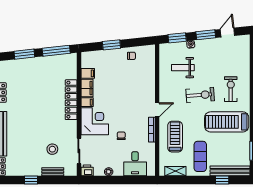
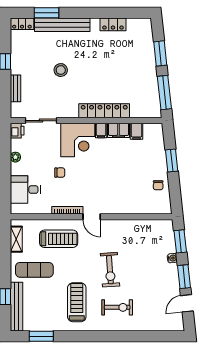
door: (227, 32) -> (187, 303), swing flipped
weight bench: (183, 68) -> (144, 249), removed
treadmill: (227, 122) -> (77, 302), width x0.73, depth x0.73
stool: (52, 149) -> (61, 70), moved

